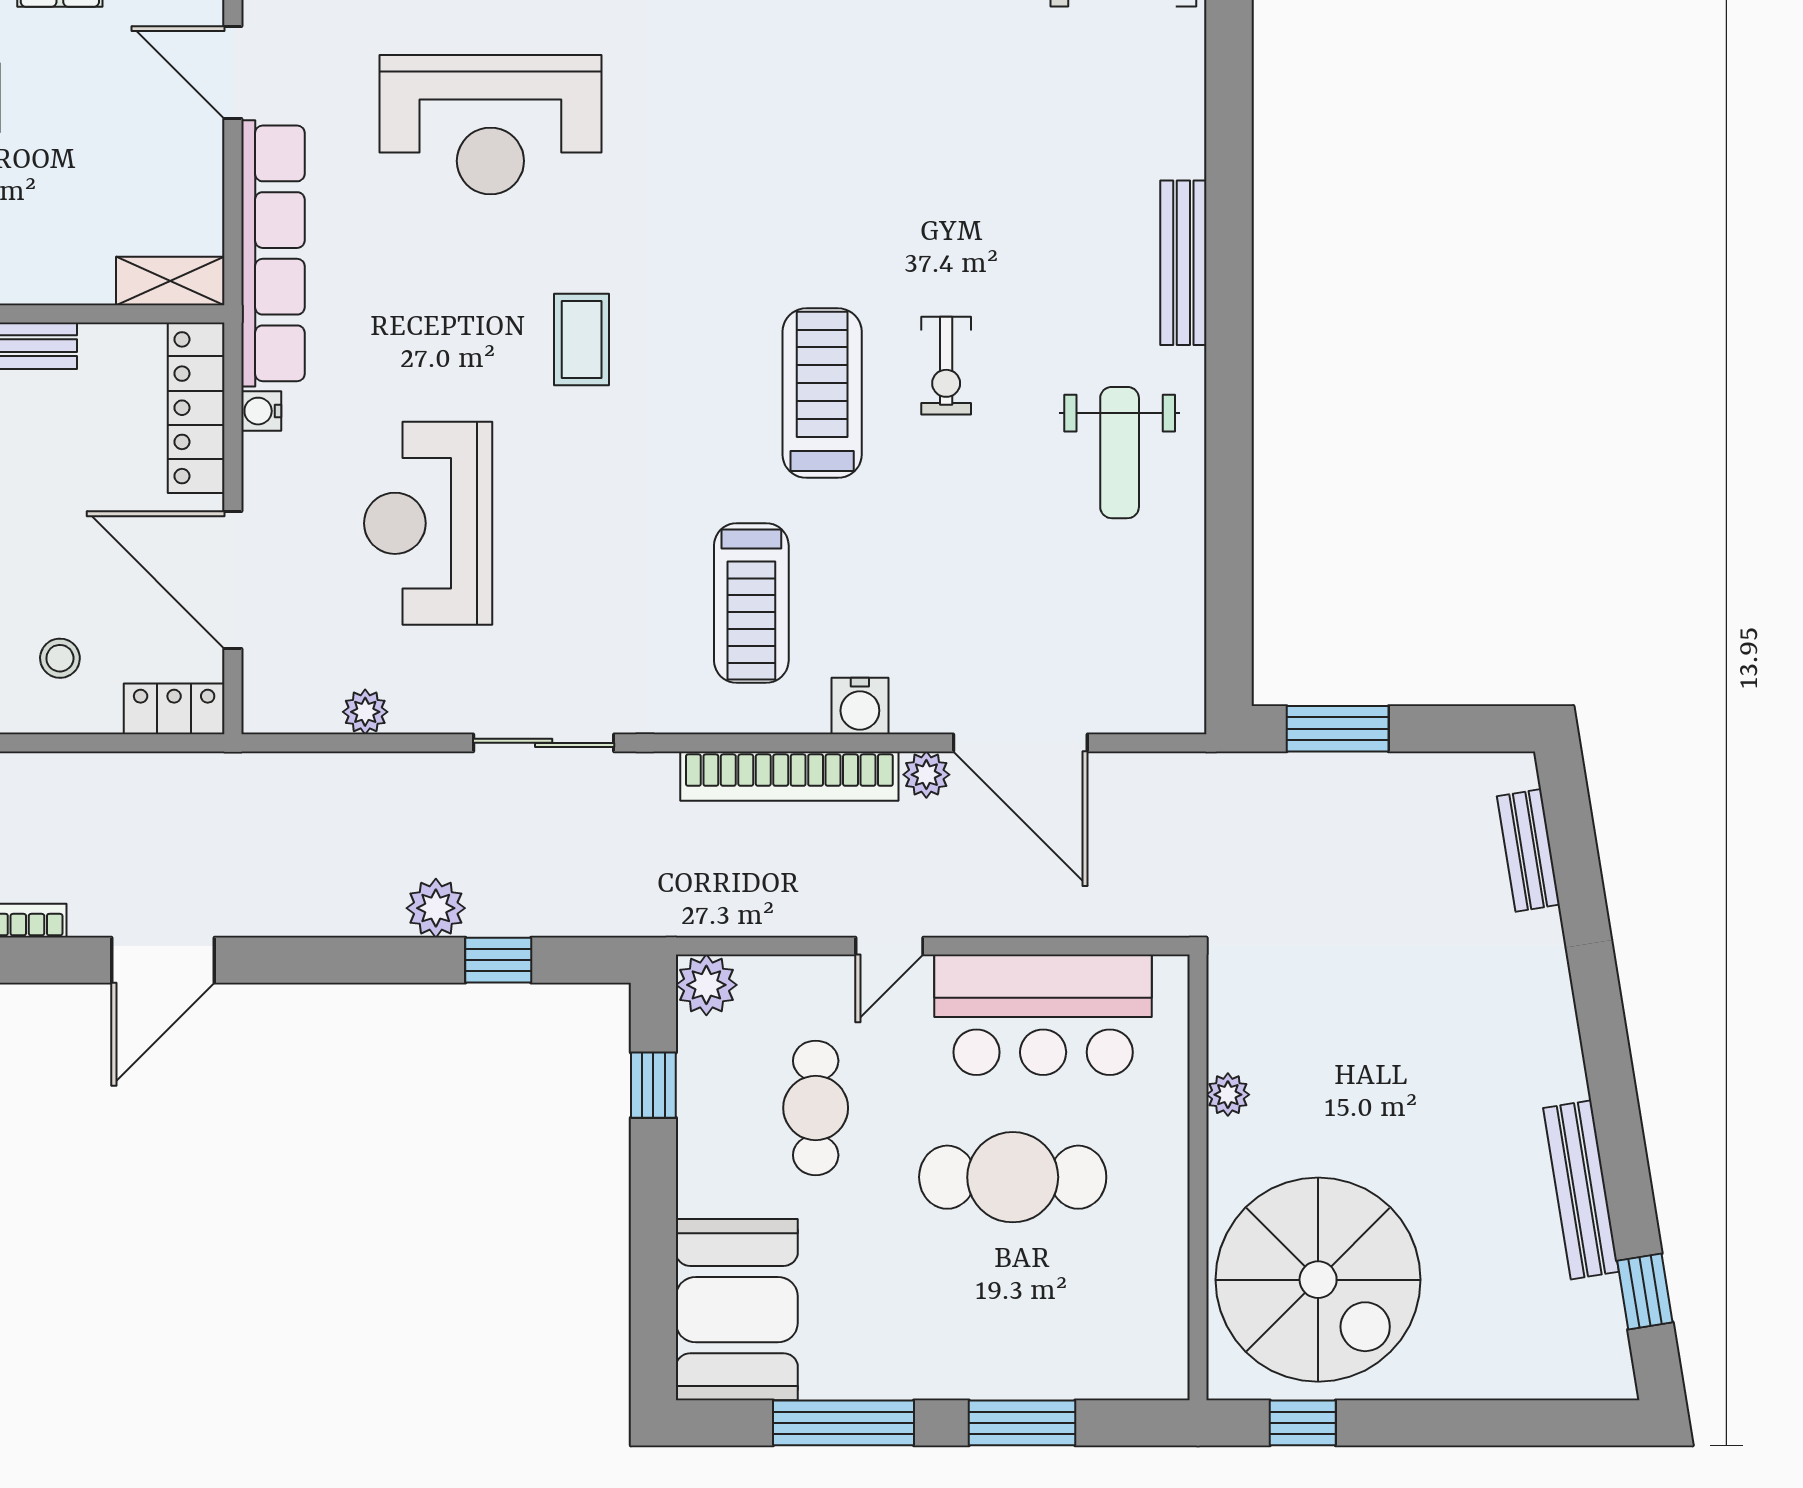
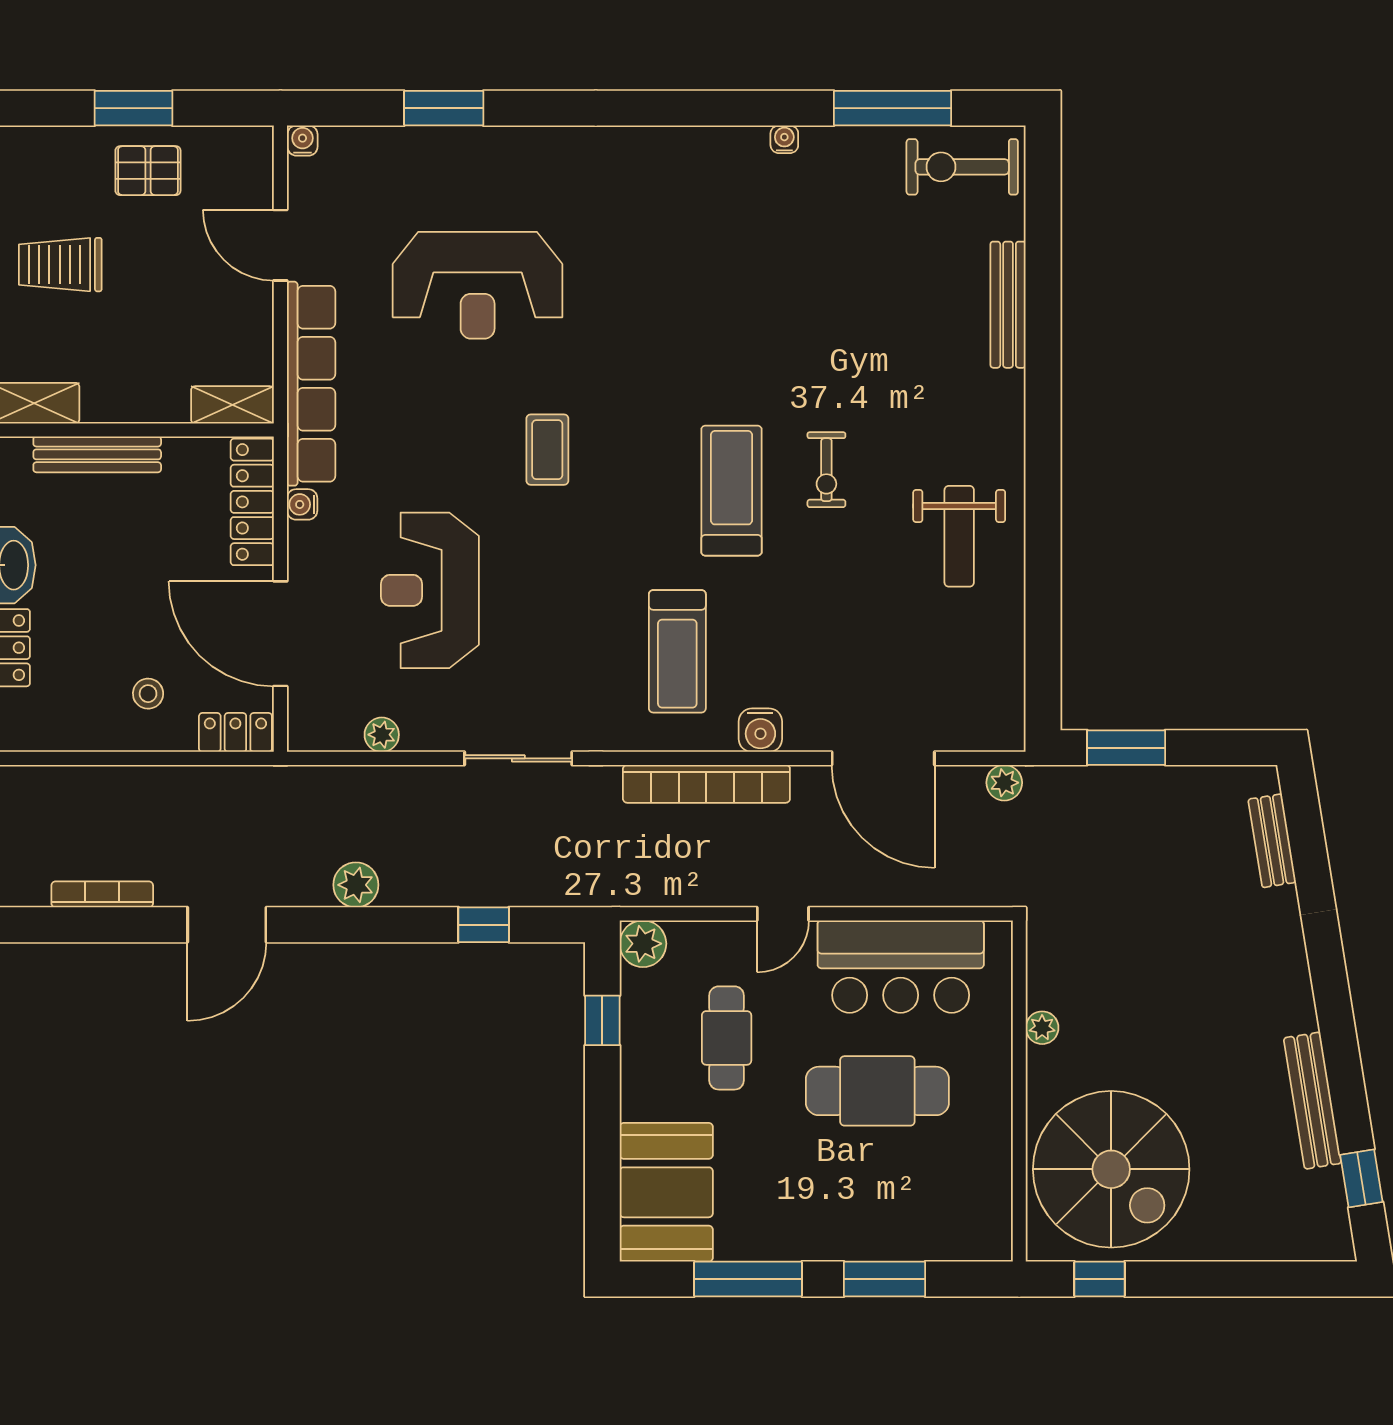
bench: (1183, 263) -> (1008, 305), moved
plant: (926, 775) -> (1004, 783), moved
plant: (436, 908) -> (356, 885), moved

